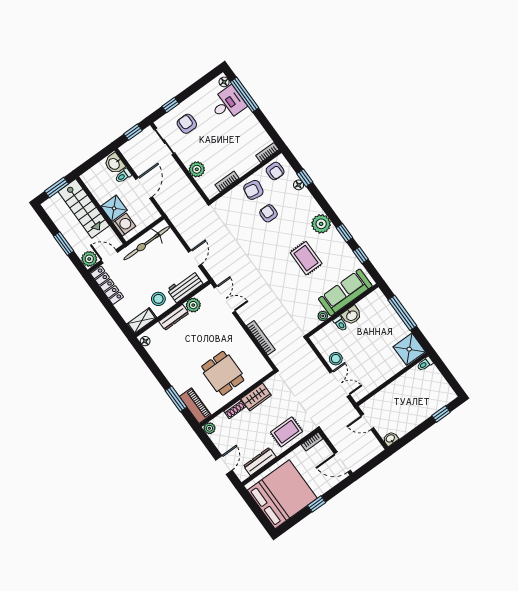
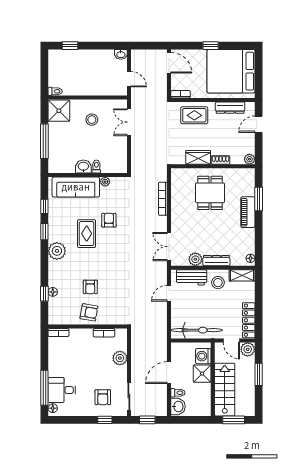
armchair: (275, 171) -> (109, 220), moved
stool: (336, 359) -> (92, 120), moved
piano: (195, 406) -> (248, 212), moved

